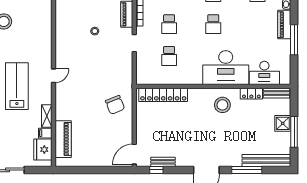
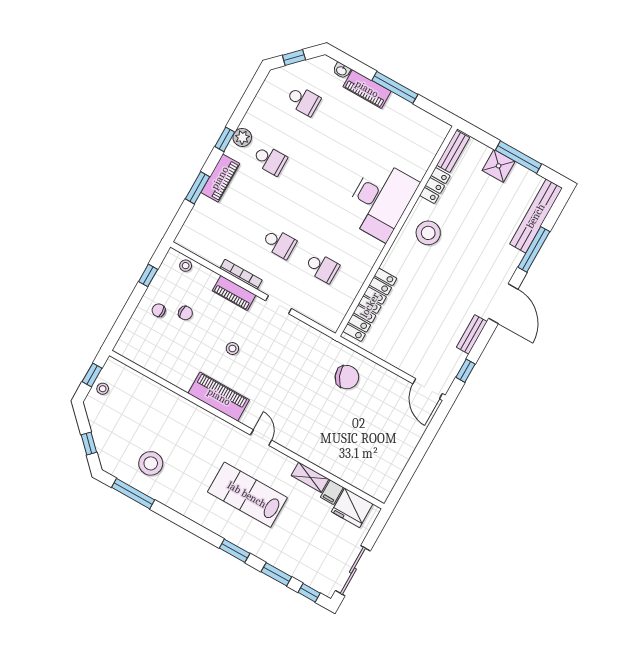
school desk: (213, 24) -> (313, 184), removed
desk: (264, 73) -> (417, 152), removed
piano: (63, 139) -> (219, 397), moved
bench: (163, 162) -> (472, 334), moved

